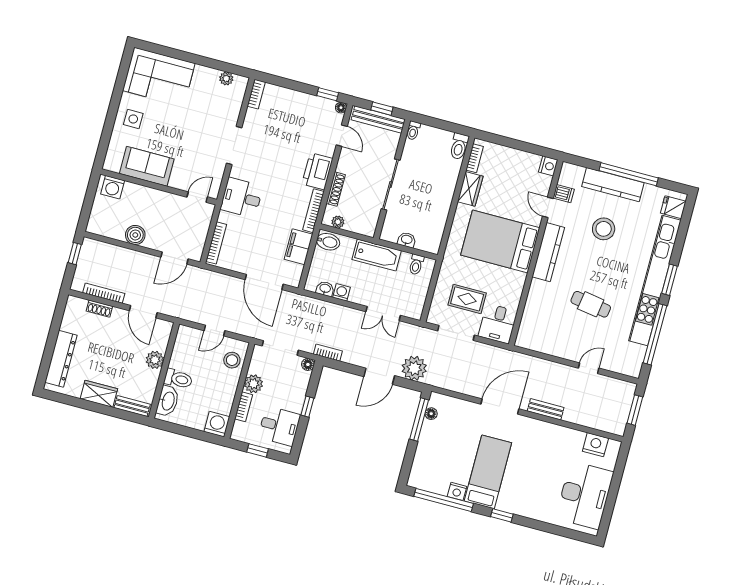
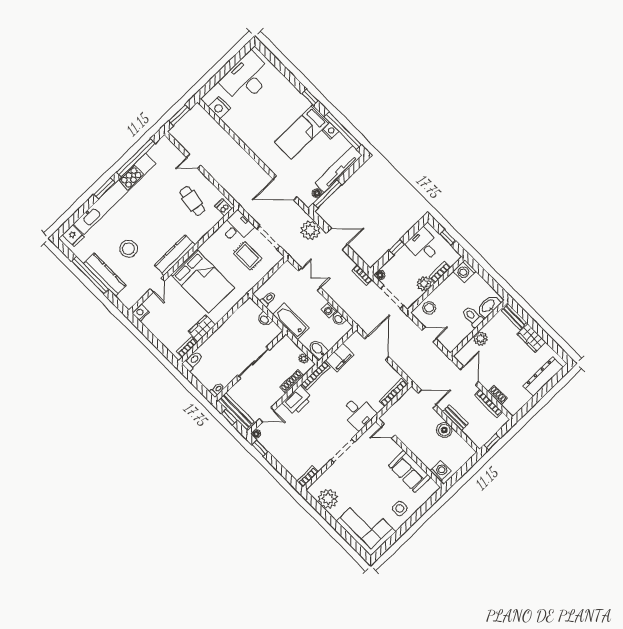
plant: (226, 79) -> (328, 499), width x1.87, depth x1.87
door: (342, 136) -> (267, 415), swing flipped
dishwasher: (564, 194) -> (223, 207), moved
cafe table: (591, 304) -> (192, 201), moved
door: (500, 407) -> (285, 188), moved
bench: (546, 409) -> (455, 418), moved
tv unit: (423, 455) -> (339, 169), added

